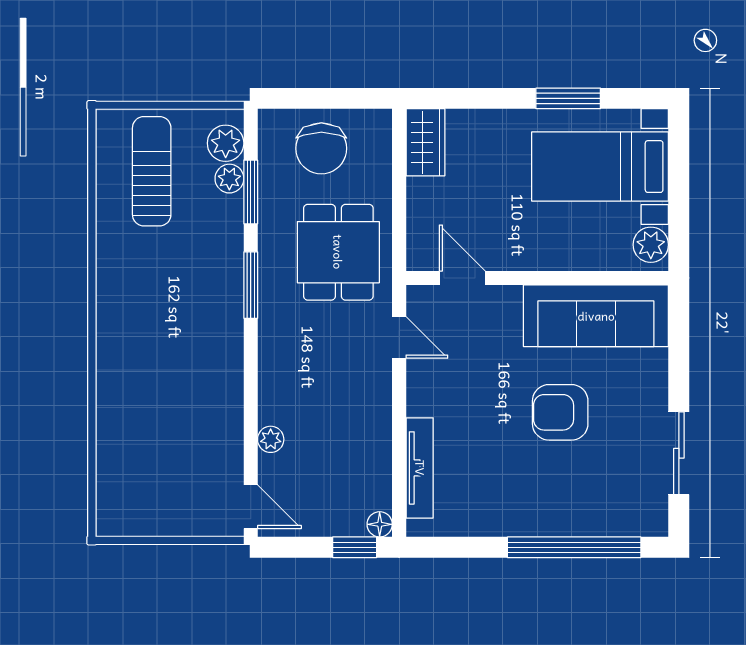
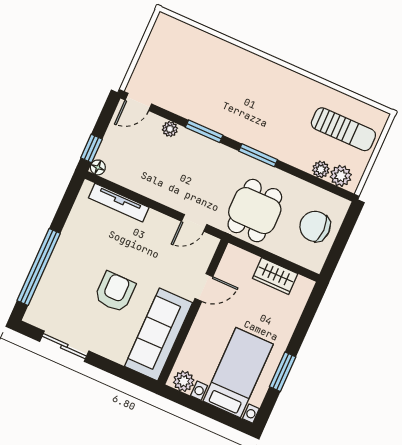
wardrobe: (426, 142) -> (275, 276), moved
window: (251, 192) -> (204, 131), moved
dining table: (338, 252) -> (255, 211), turned 90
door: (462, 278) -> (204, 288), moved

